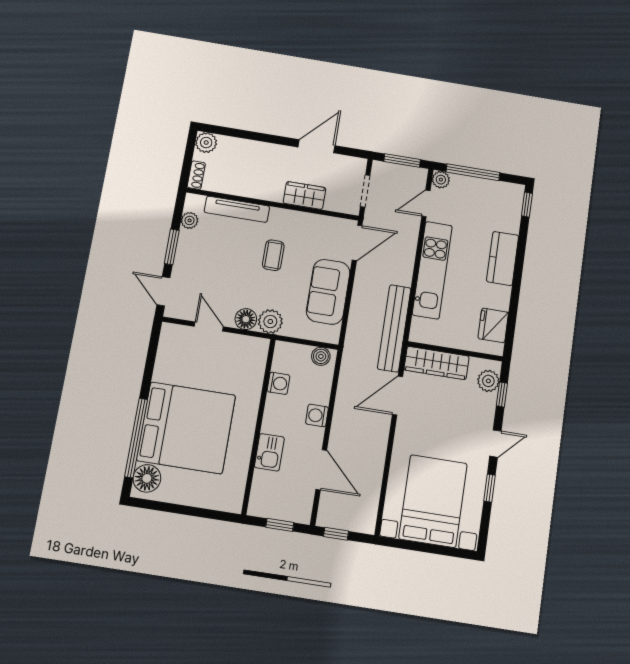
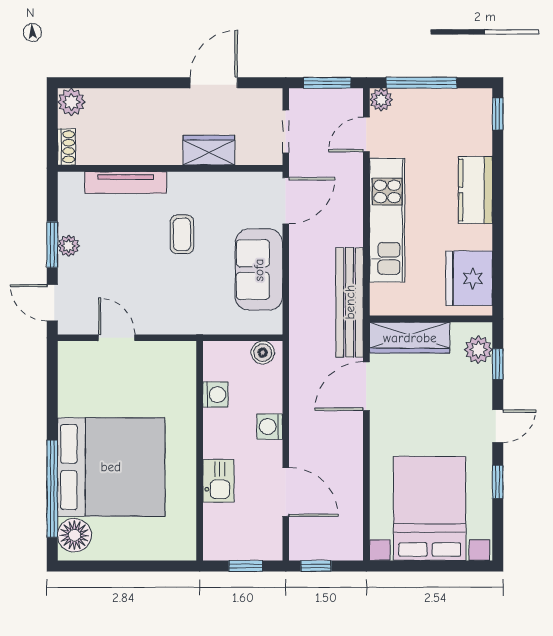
plant: (190, 220) -> (69, 246), moved
floor lamp: (246, 319) -> (161, 321), removed
plant: (270, 322) -> (192, 319), removed
fridge: (493, 325) -> (469, 278), width x1.36, depth x1.34

